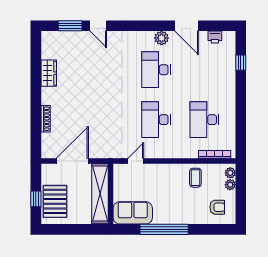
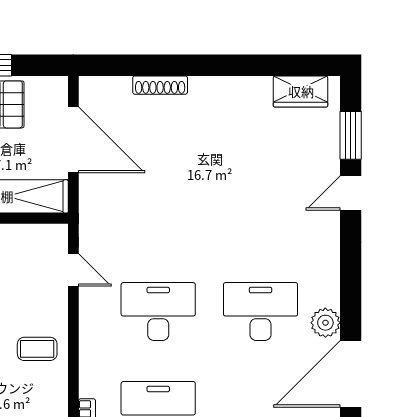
door: (187, 26) -> (351, 374), width x1.36
wardrobe: (49, 73) -> (301, 91), moved
coffee table: (195, 178) -> (37, 349), moved

